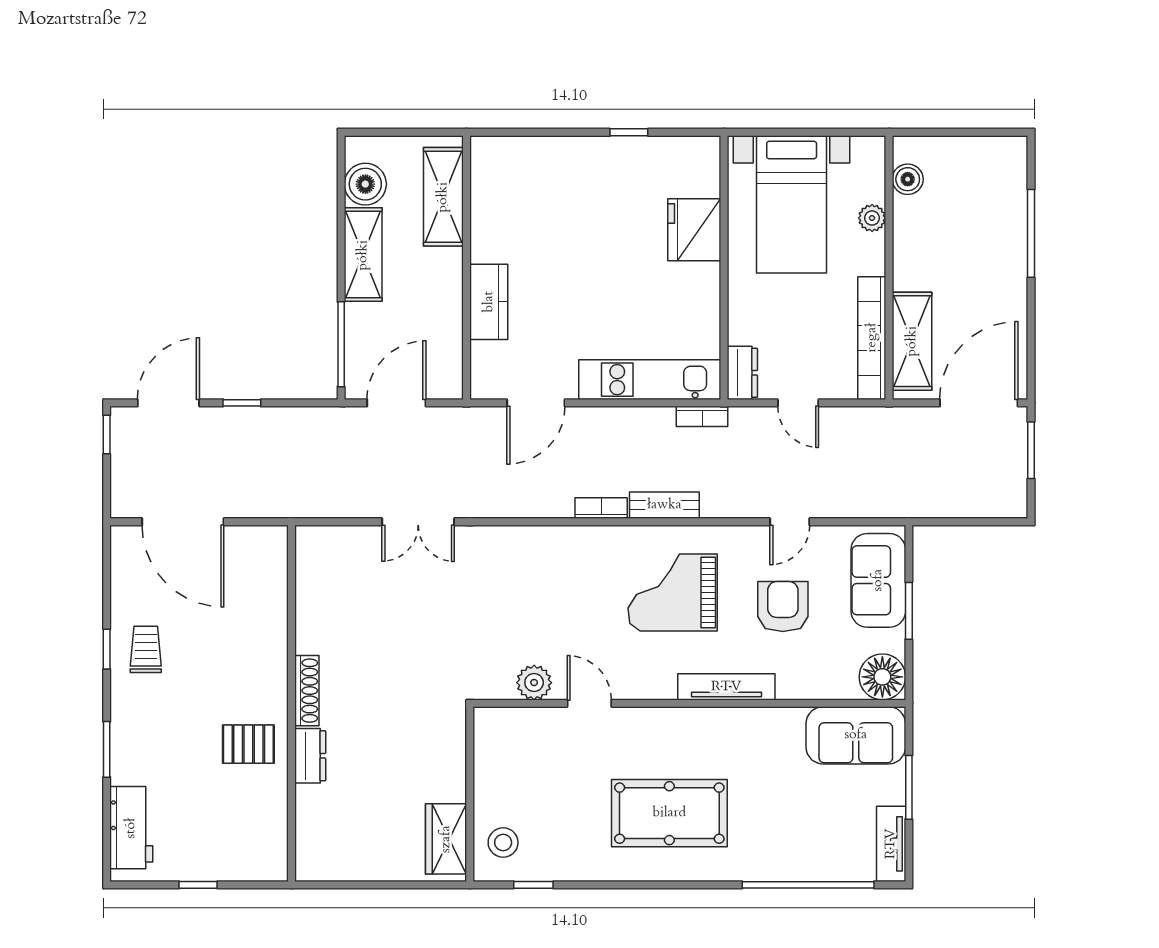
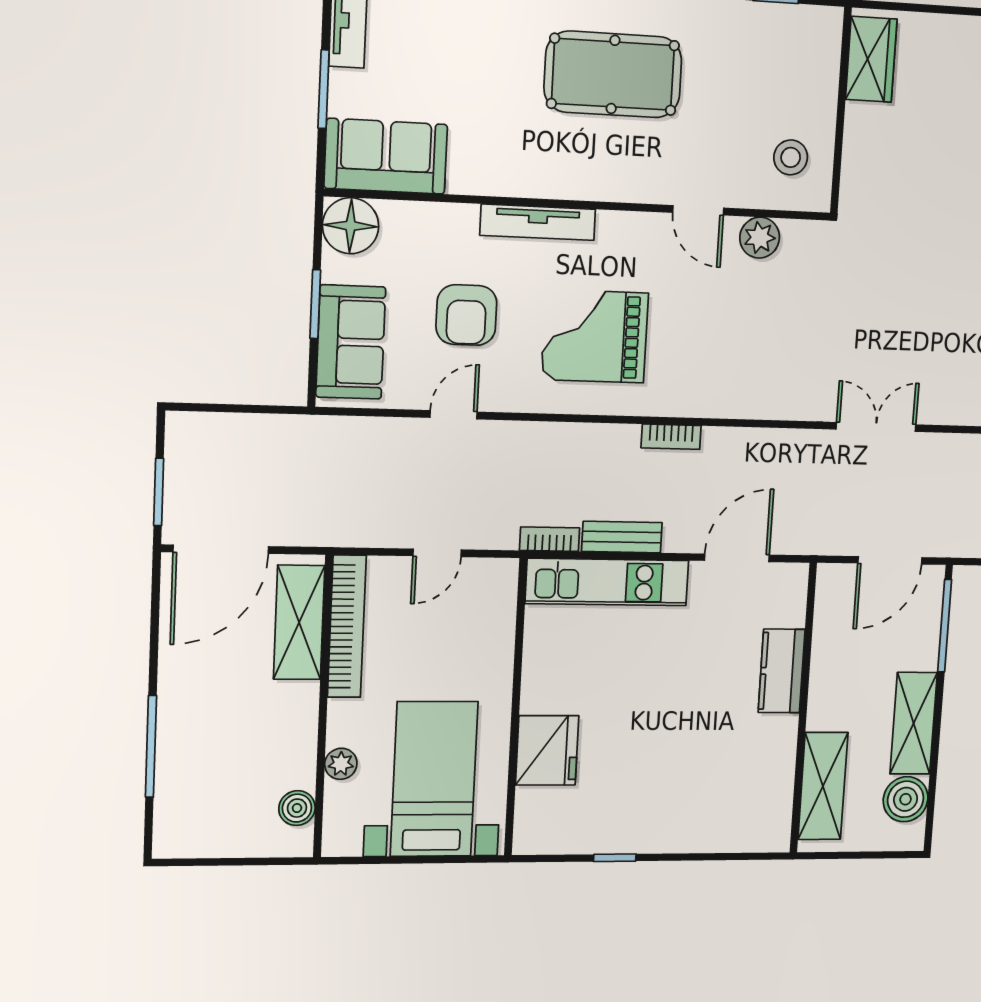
dresser: (742, 373) -> (500, 588), removed
door: (798, 403) -> (437, 553), swing flipped
bench: (664, 505) -> (622, 537), moved
grand piano: (673, 593) -> (595, 336), turned 180
stool: (503, 842) -> (791, 157), moved

